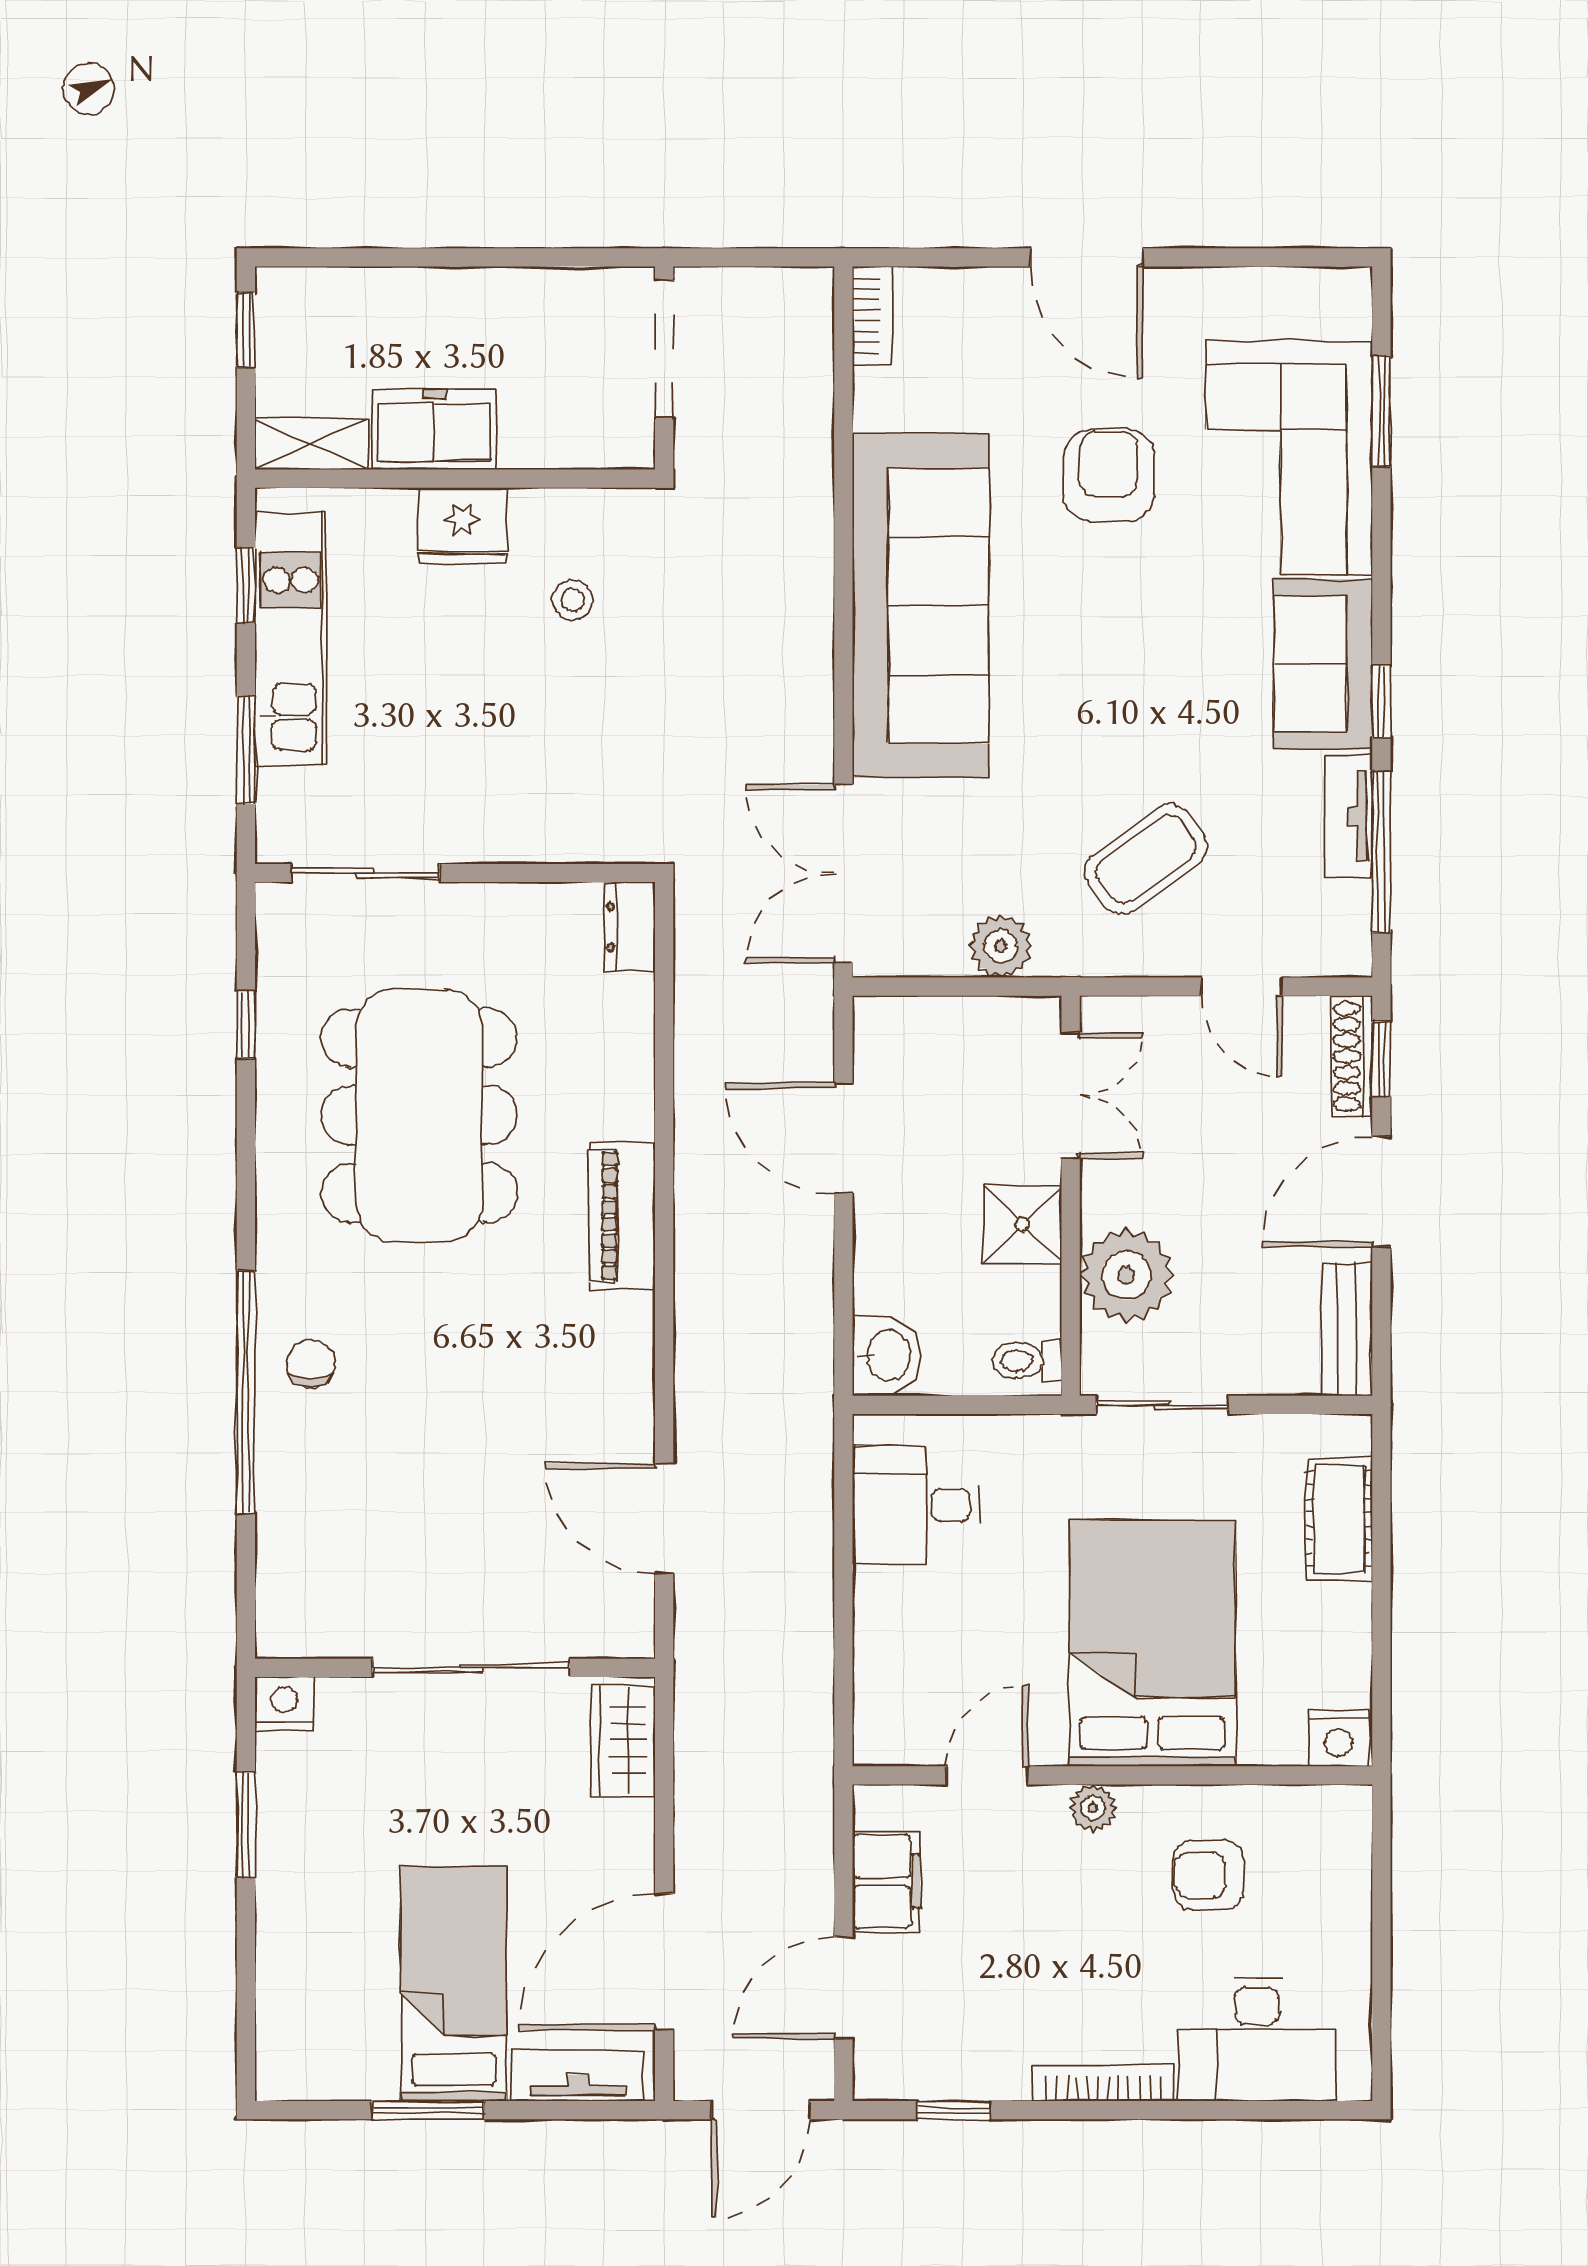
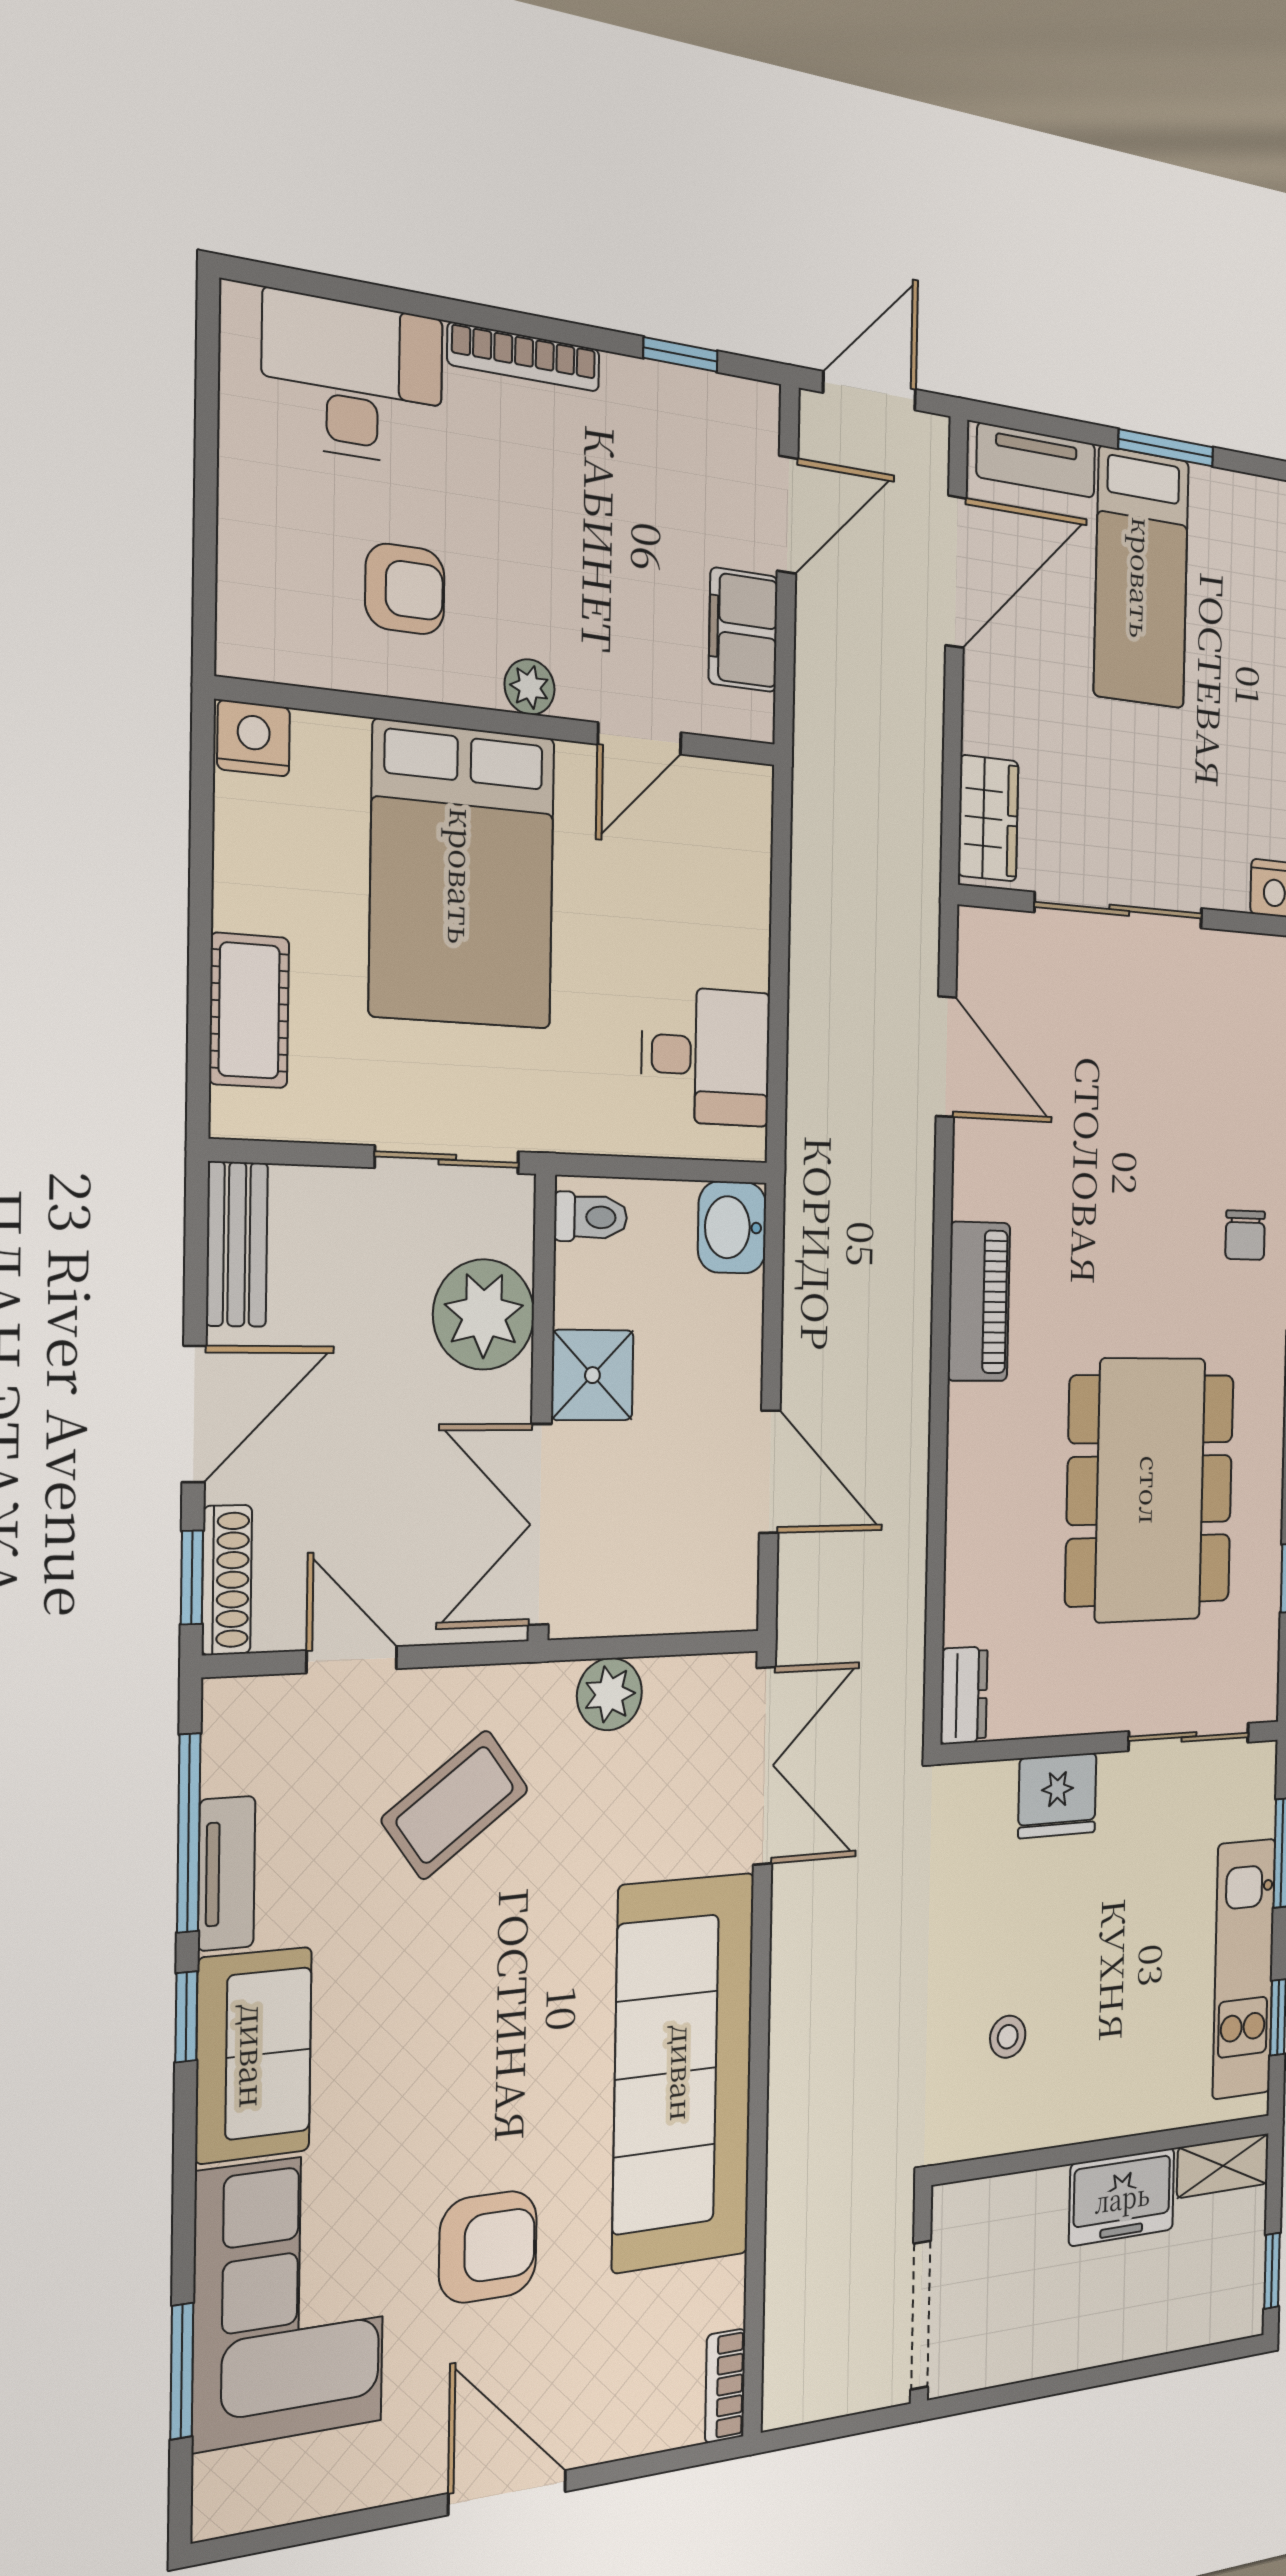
armchair: (1109, 475) -> (488, 2247), turned -90
fridge: (462, 526) -> (1057, 1795), moved, turned 180
double door: (1071, 1096) -> (540, 1524), width x1.37
piano: (622, 1216) -> (979, 1302), moved

